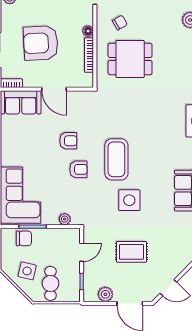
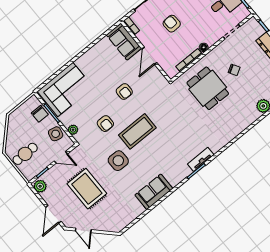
chair: (120, 23) -> (234, 70), moved
armchair: (41, 43) -> (172, 24), width x0.53, depth x0.53
armchair: (78, 169) -> (105, 124), moved
rug: (131, 252) -> (87, 189), width x1.36, depth x1.43
side table: (27, 271) -> (56, 134), moved
plant: (105, 294) -> (40, 186), moved

